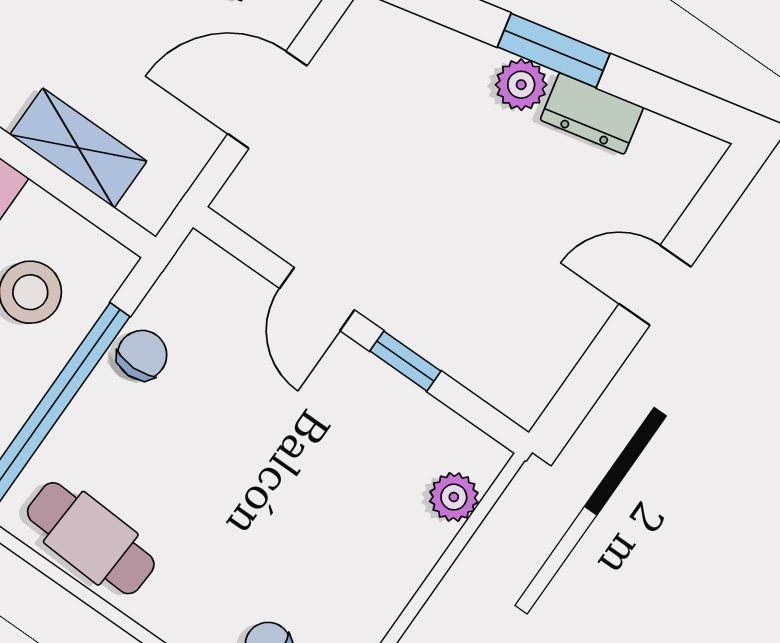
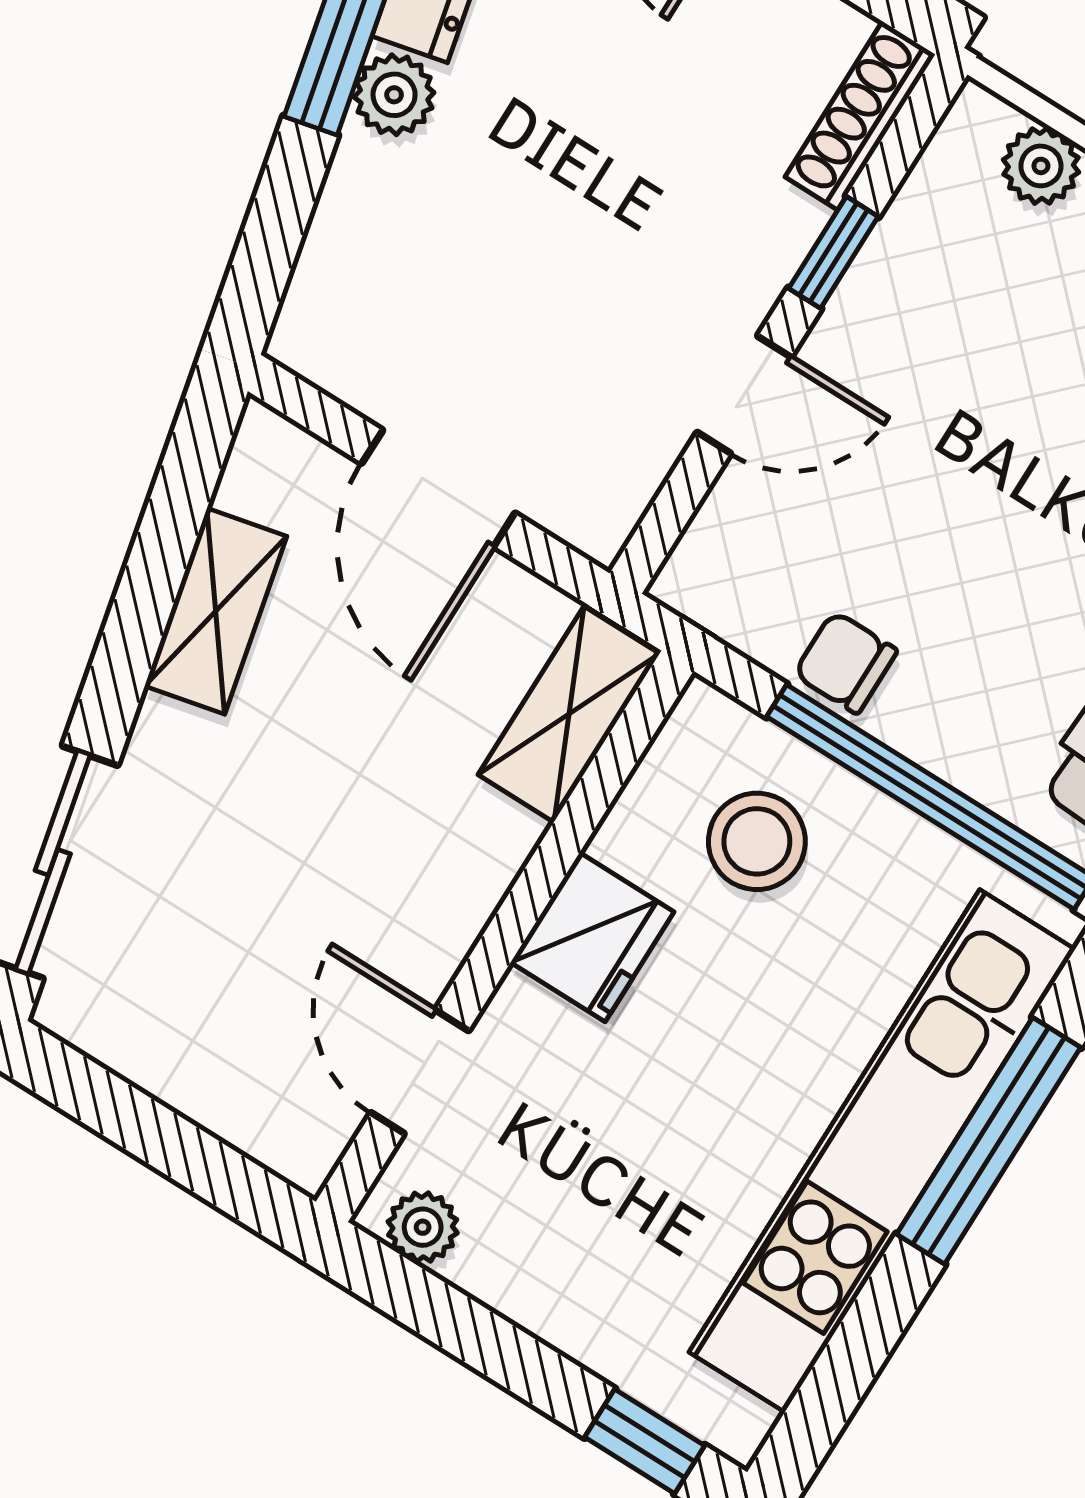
shelving: (78, 148) -> (569, 714), moved
shoe rack: (492, 383) -> (860, 116), added

